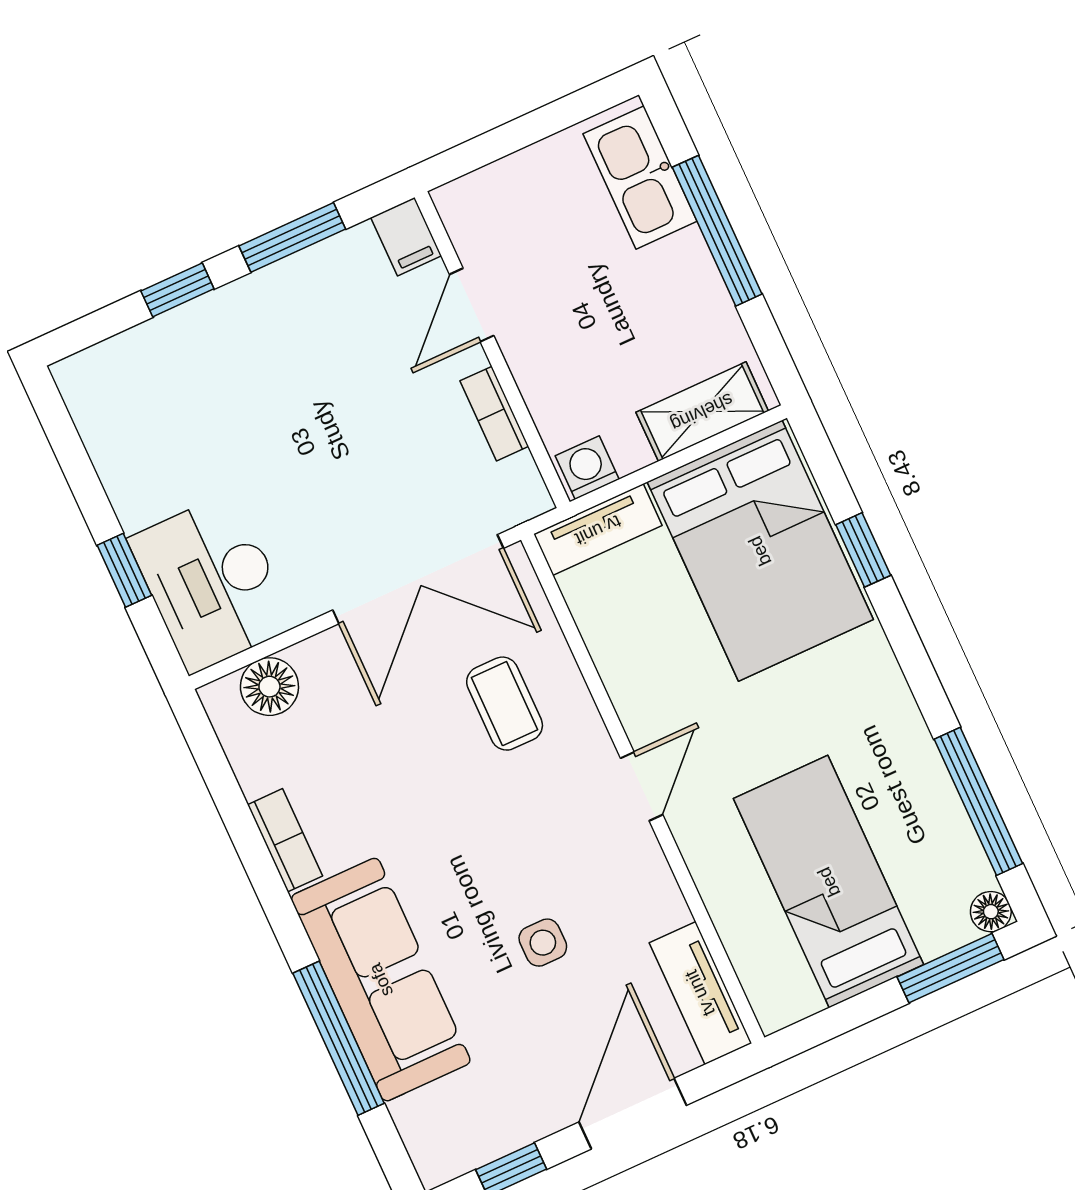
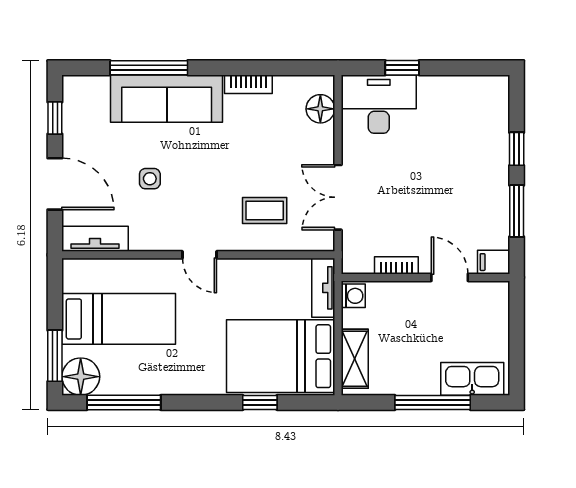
double door: (418, 579) -> (338, 197), width x0.73
floor lamp: (991, 912) -> (81, 377), width x1.89, depth x1.89

